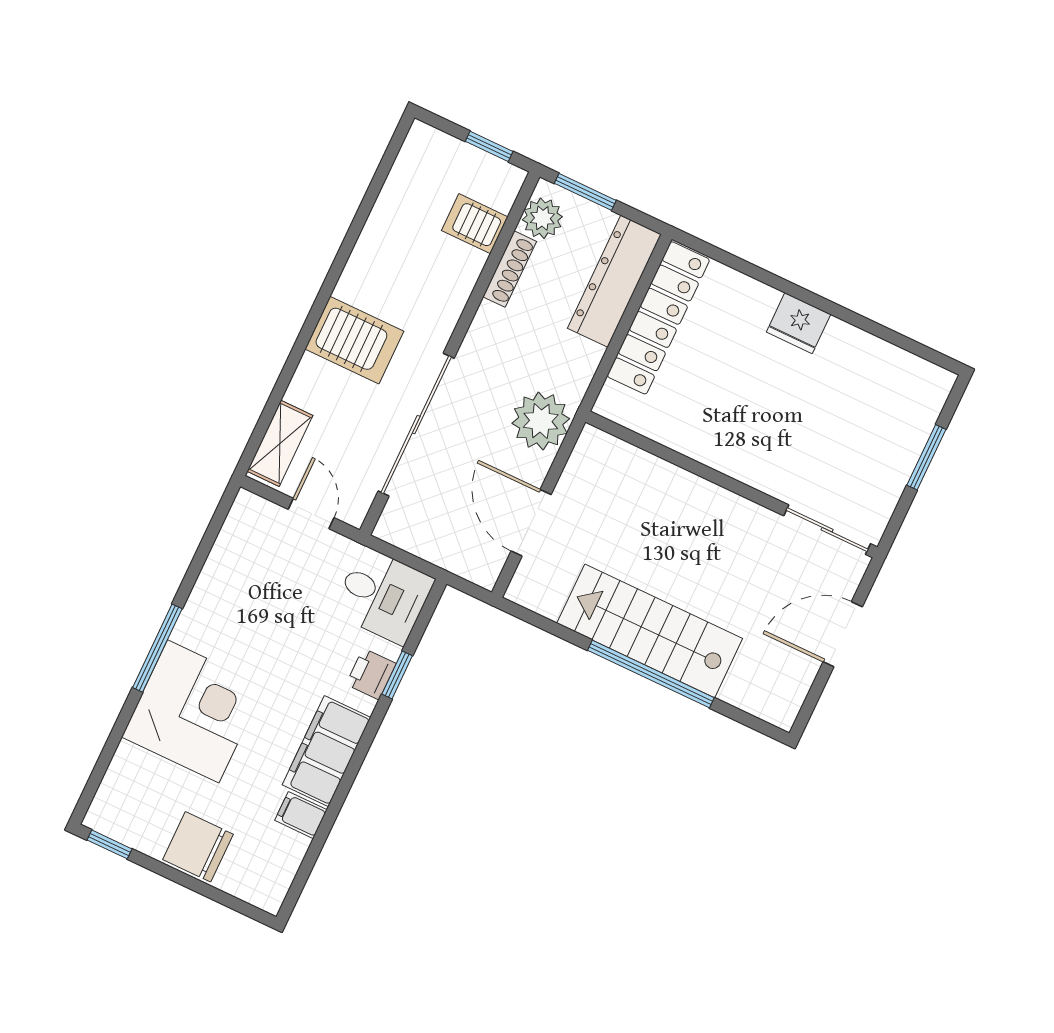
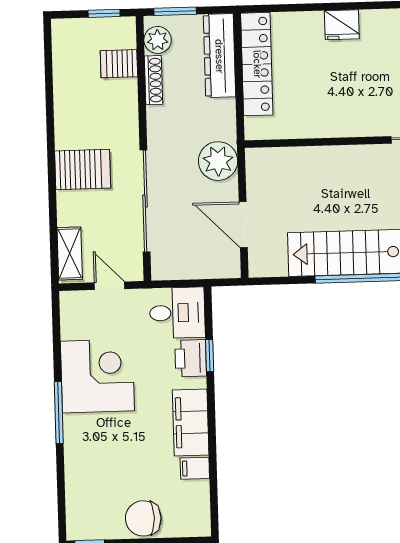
printer: (371, 674) -> (191, 358), width x1.36, depth x1.24
corner desk: (193, 711) -> (97, 376), moved

